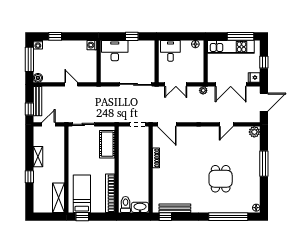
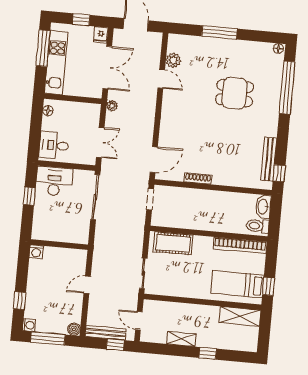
desk: (115, 51) -> (54, 181), moved, turned 90
plant: (254, 132) -> (173, 60), moved

